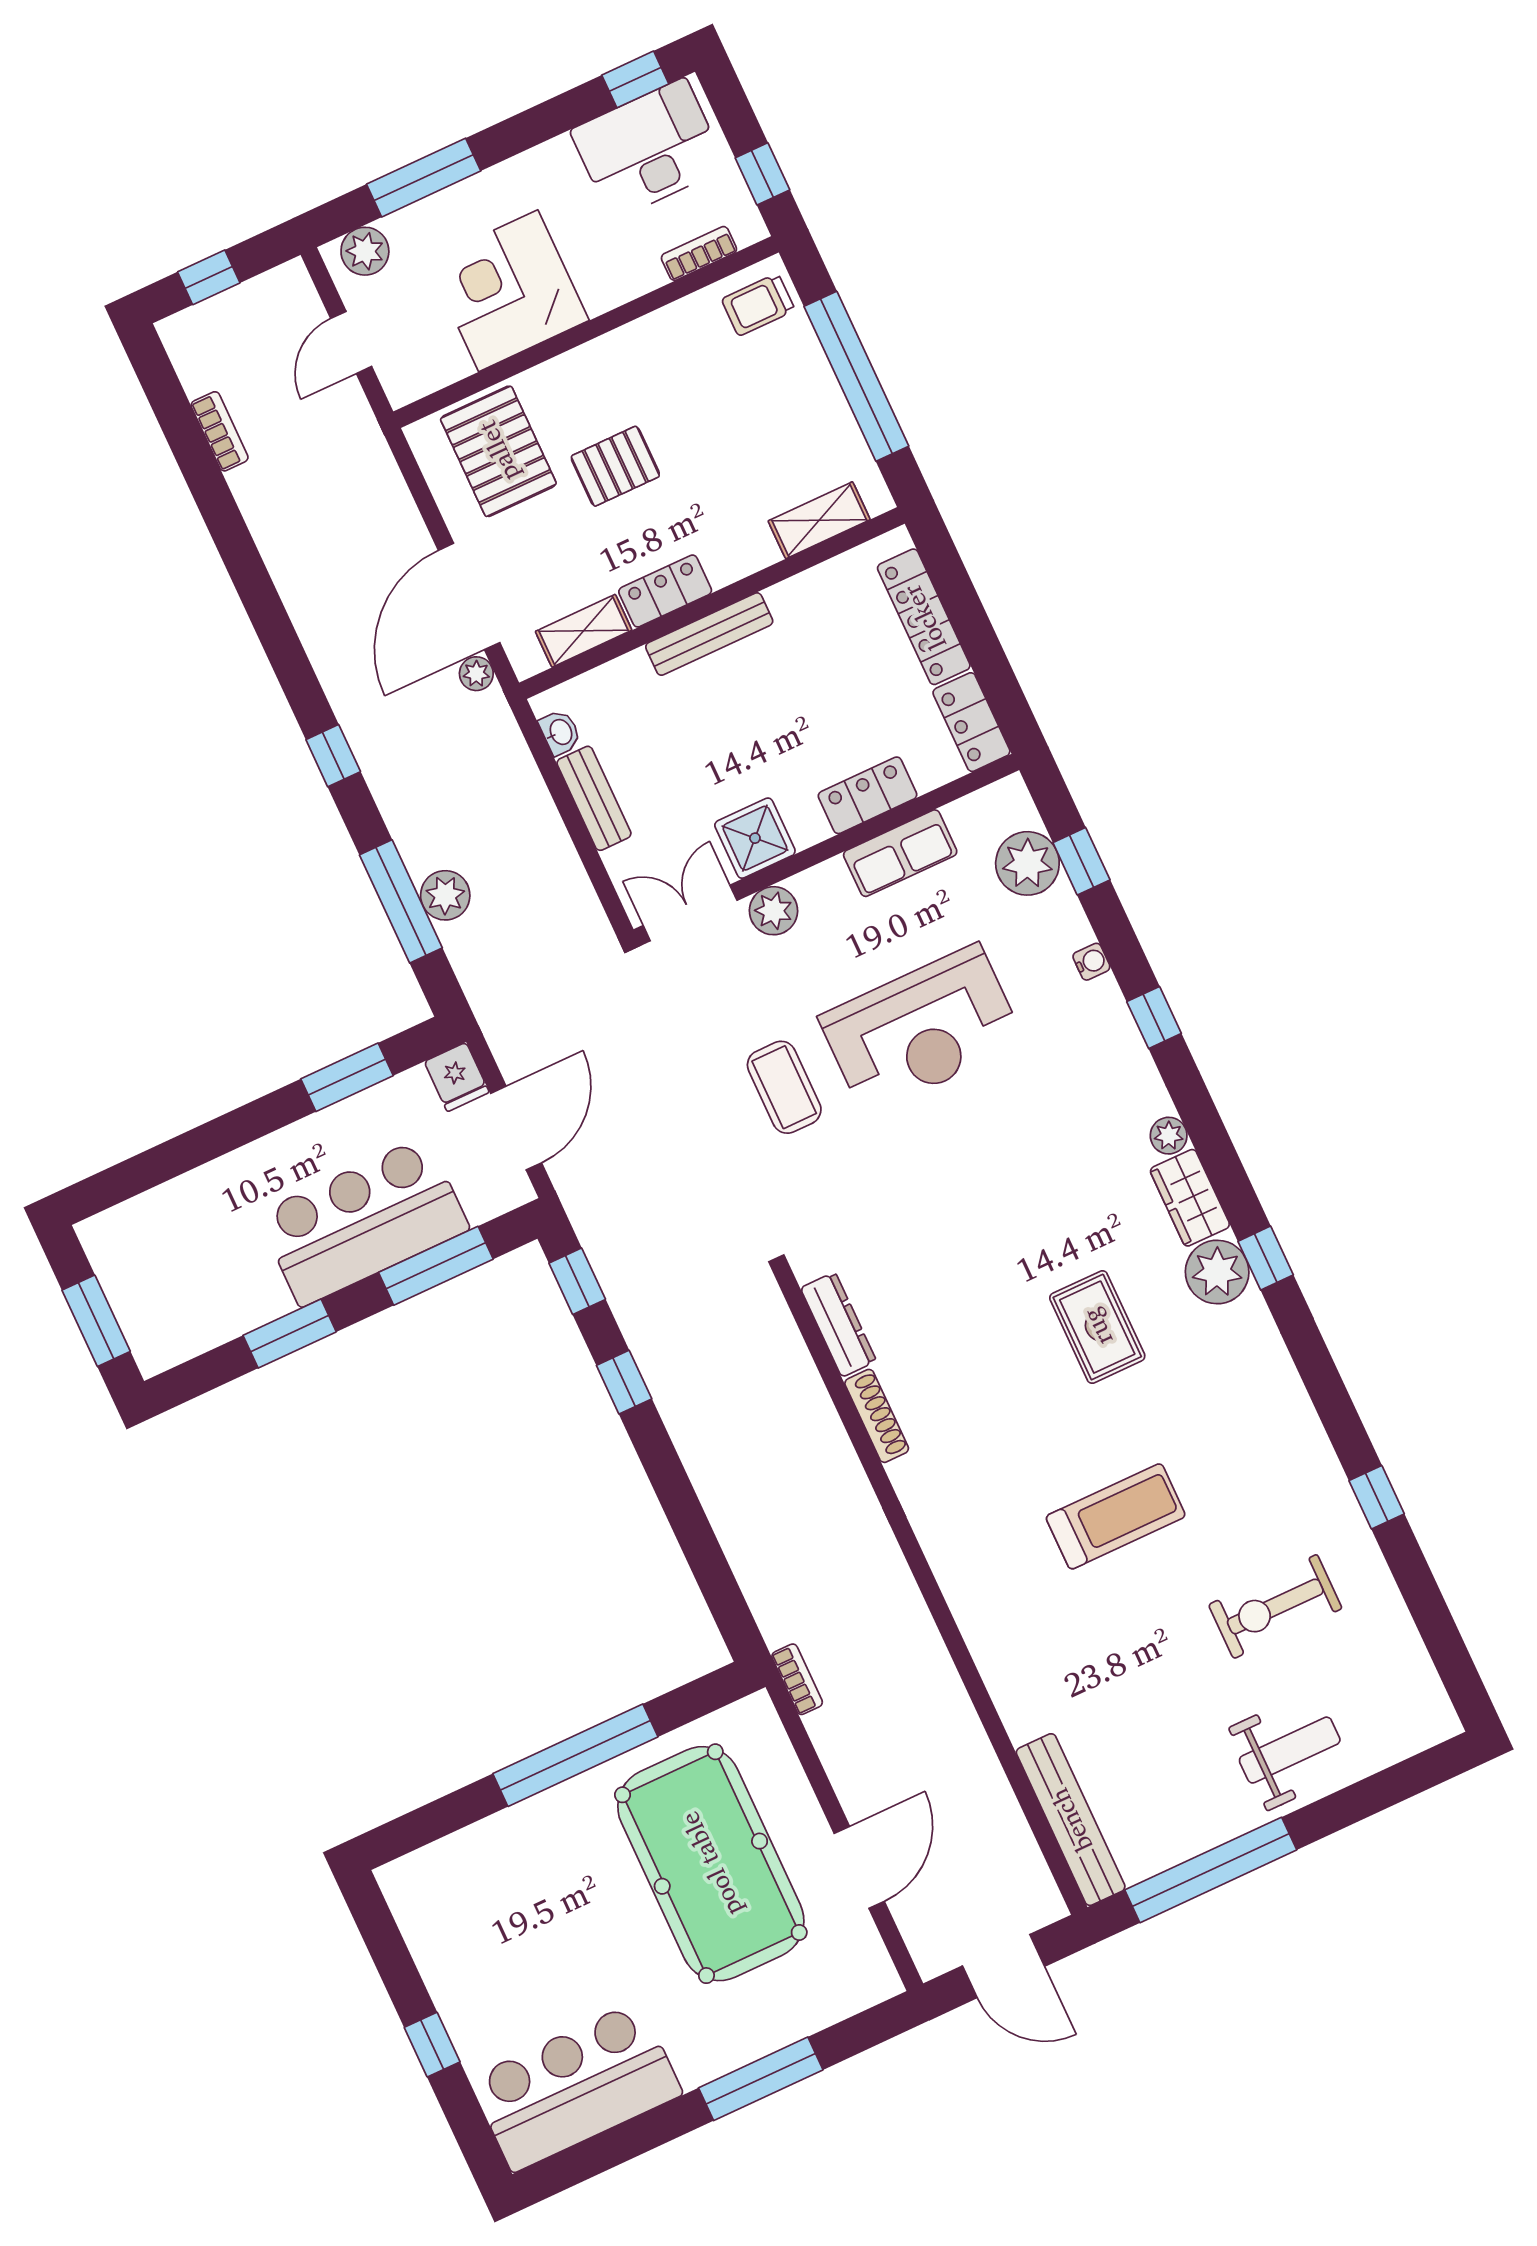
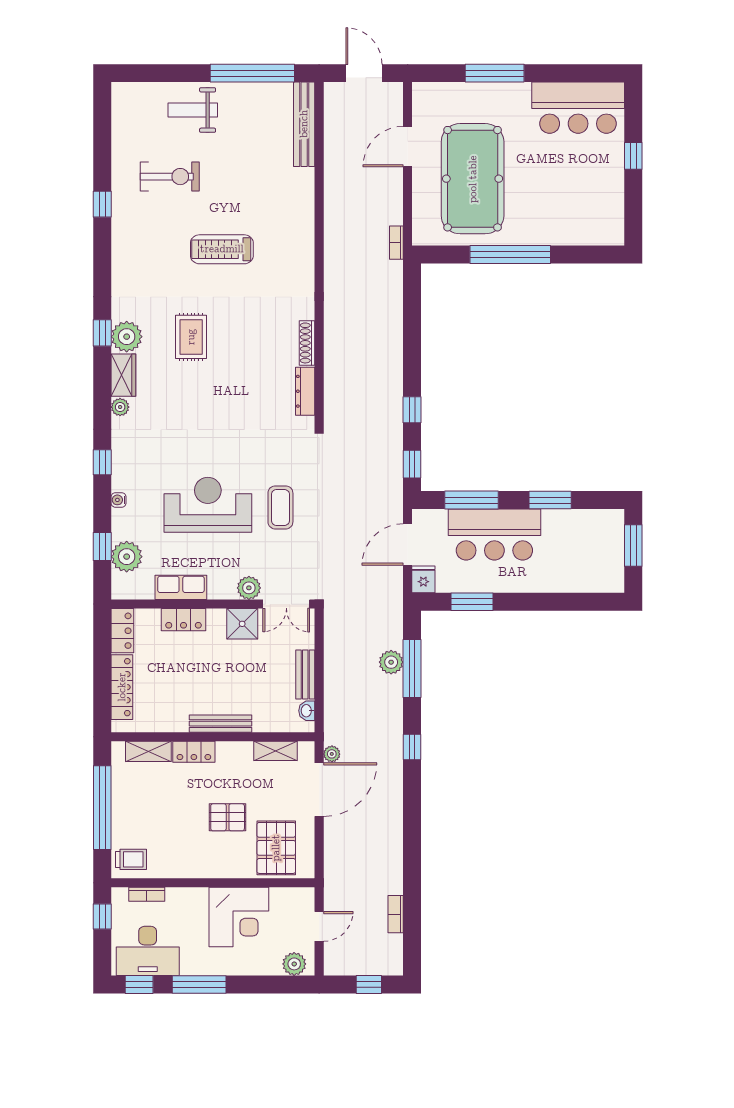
window: (424, 178) -> (199, 984), moved
locker: (665, 591) -> (194, 752), moved

